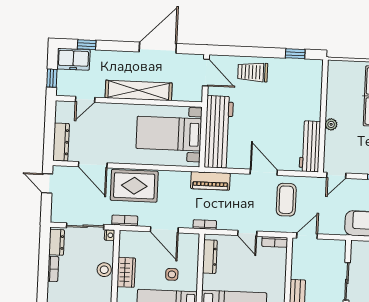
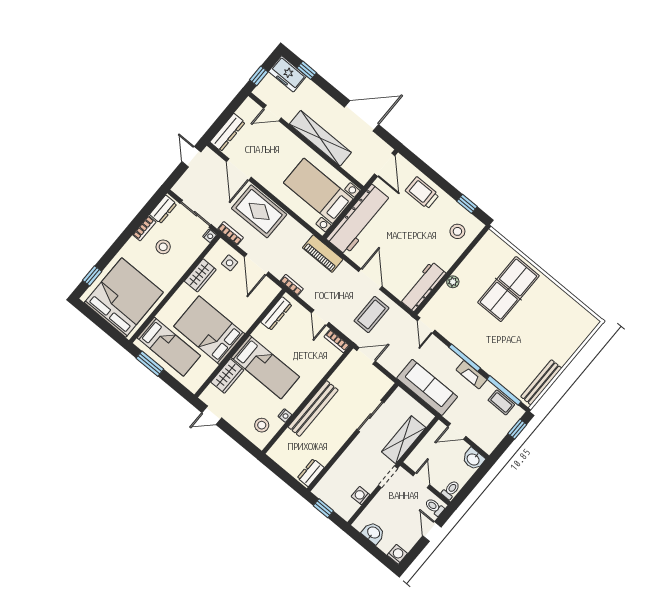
stool: (304, 81) -> (457, 231), added
door: (336, 175) -> (426, 325), hinge flipped
stool: (104, 270) -> (163, 247), moved
side table: (172, 274) -> (230, 263), moved

